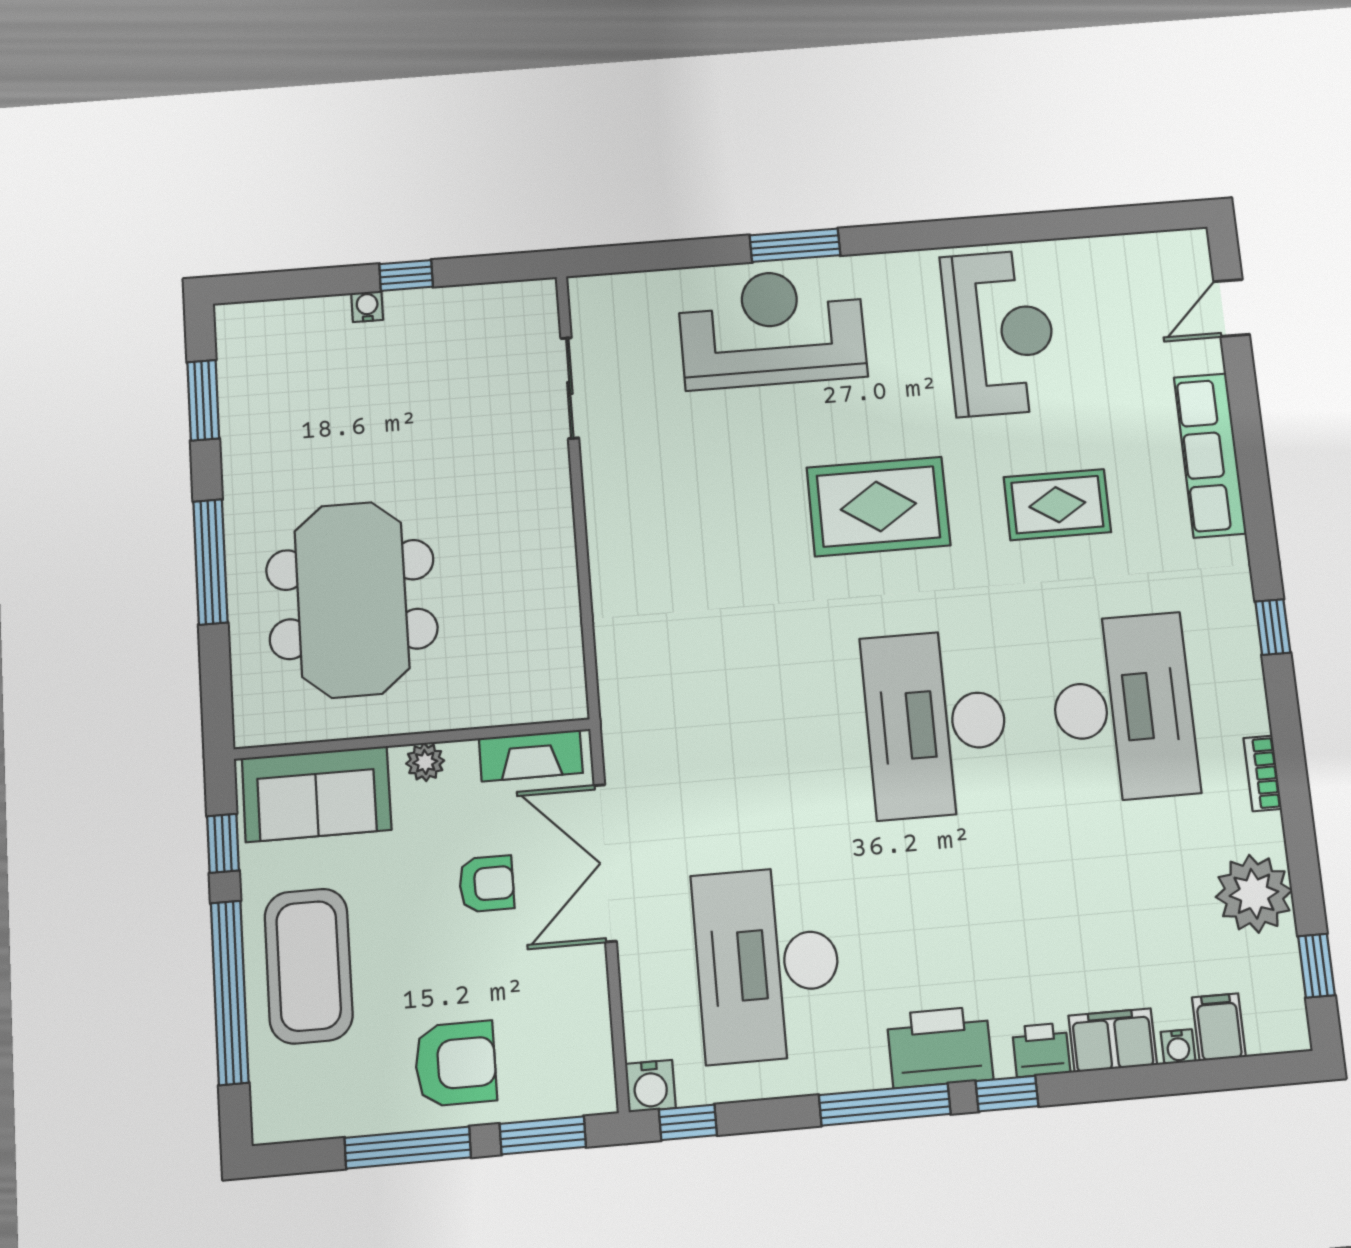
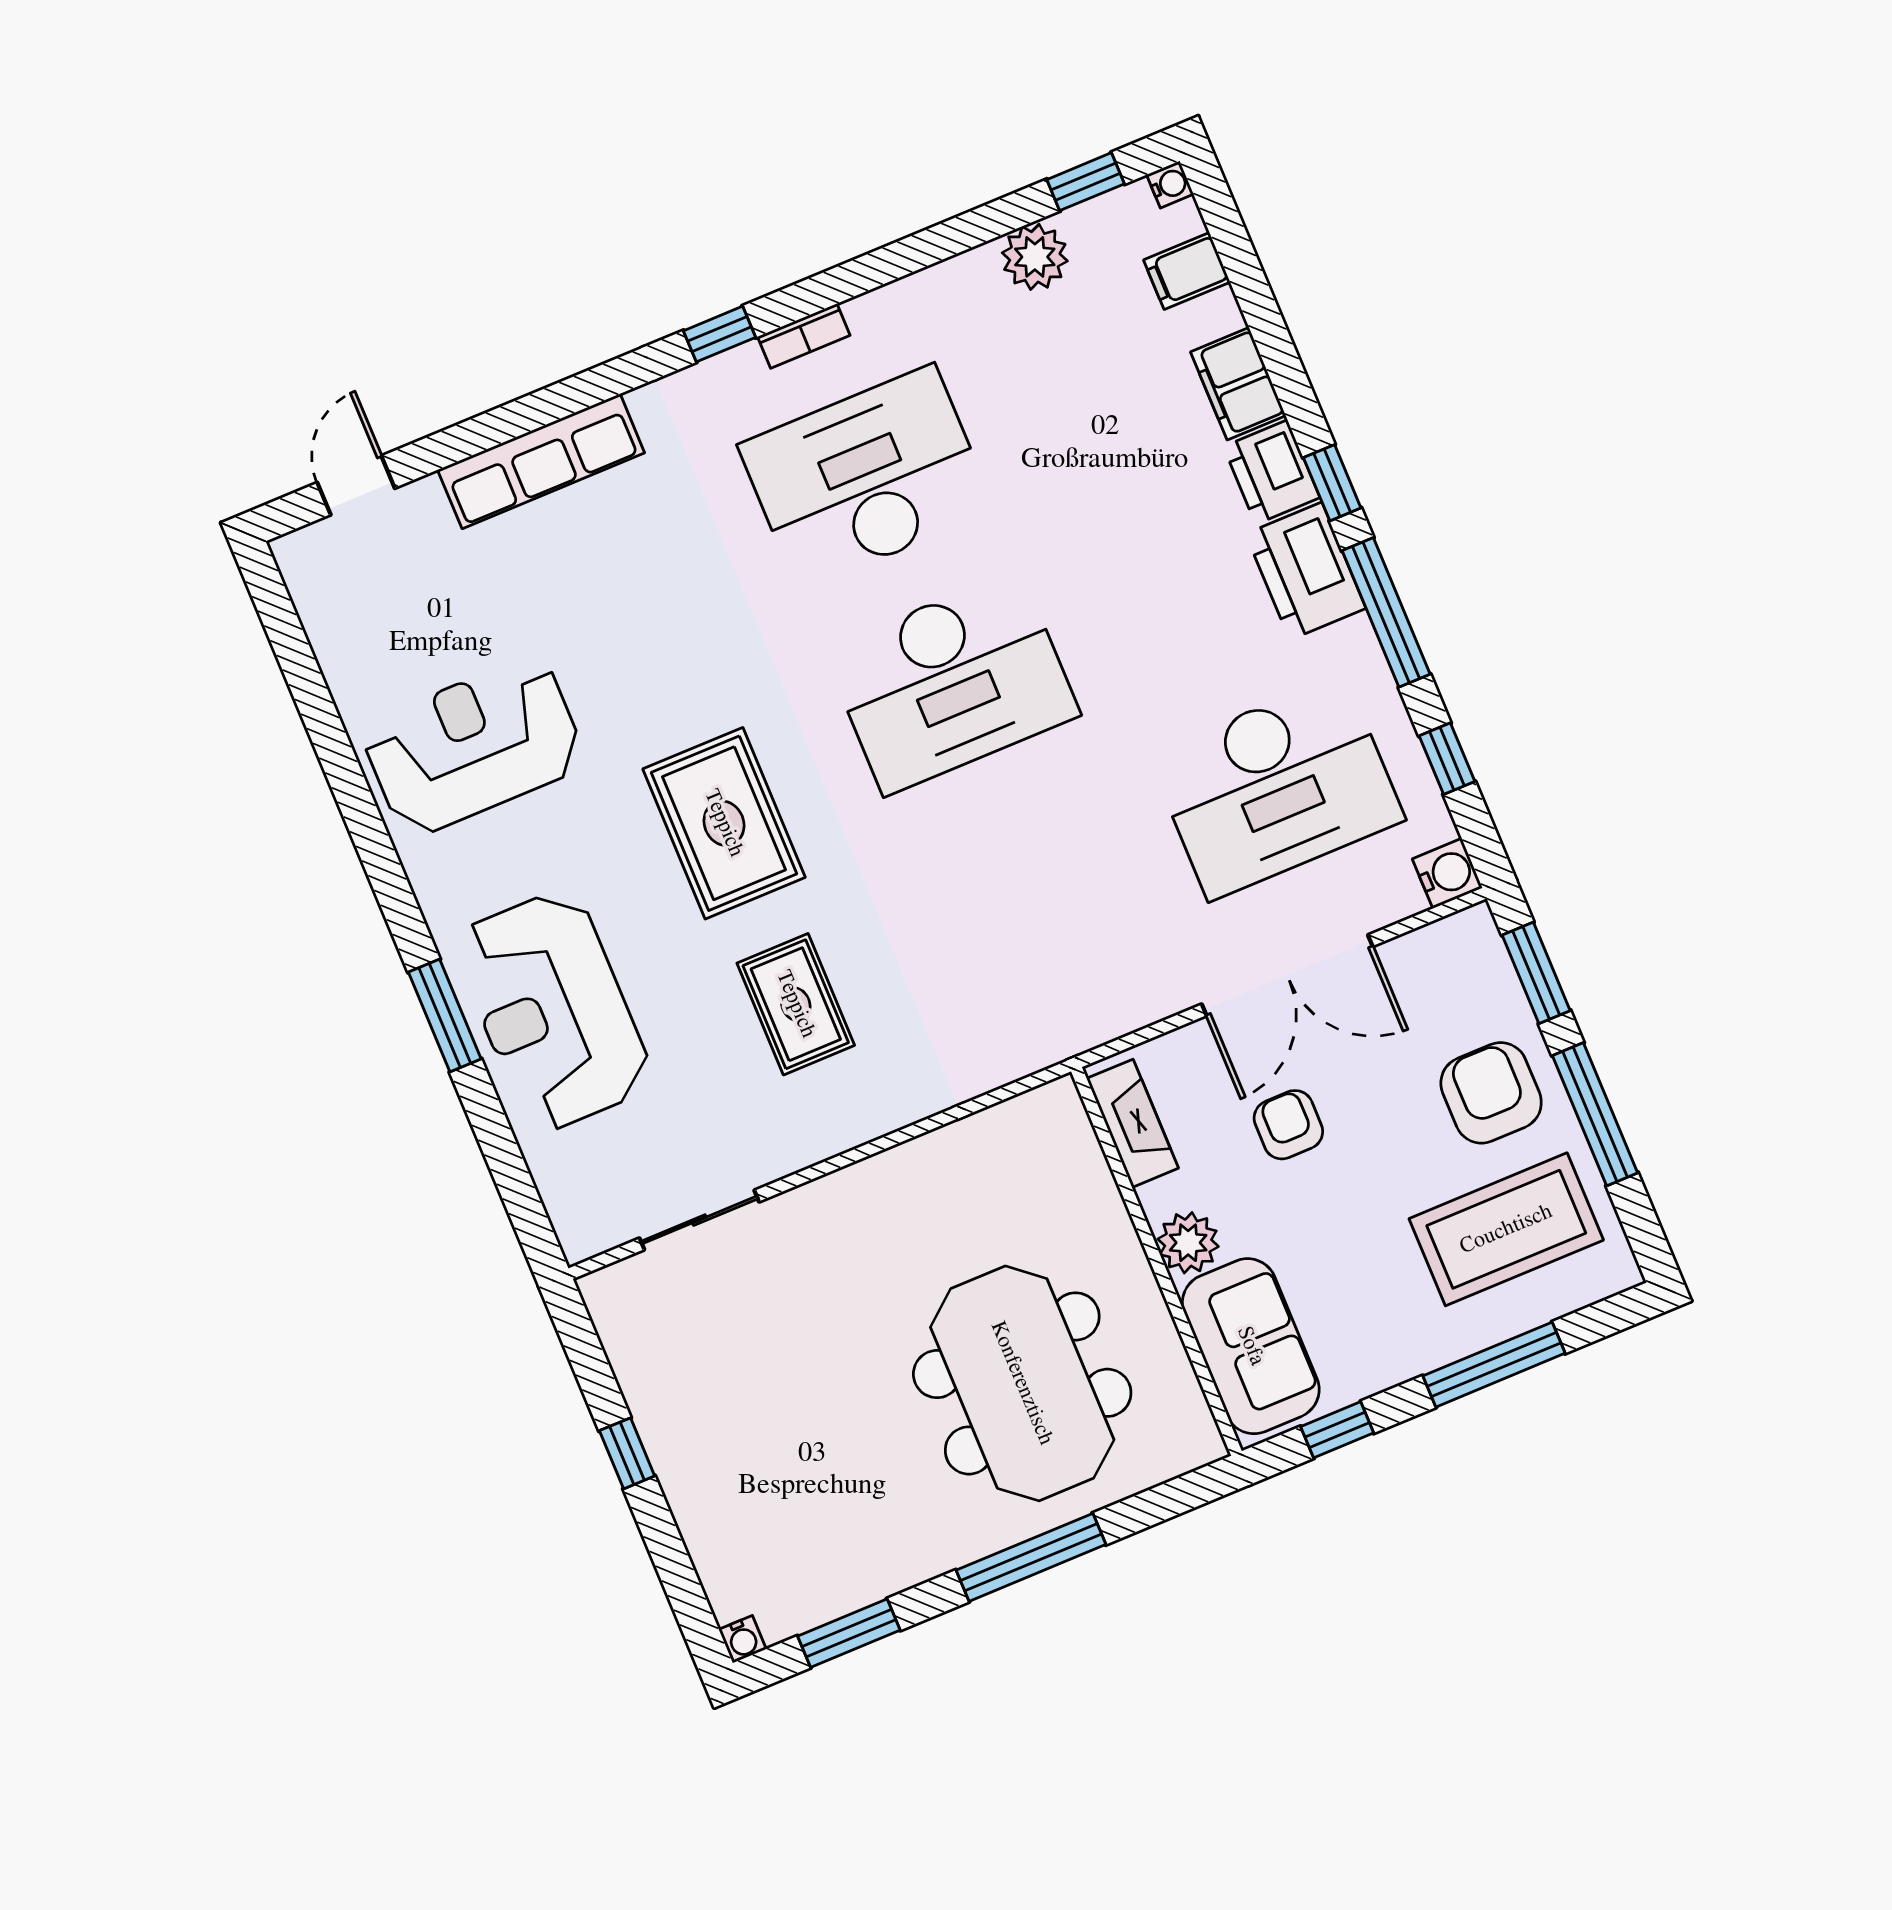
water cooler: (367, 306) -> (743, 1639), moved, turned -90
door: (1232, 308) -> (356, 485), swing flipped
rug: (1057, 505) -> (796, 1004), moved
meeting table: (352, 599) -> (1022, 1383), turned 90
plant: (425, 762) -> (1188, 1243), width x1.38, depth x1.38
bookcase: (1263, 773) -> (804, 336), moved
double door: (605, 863) -> (1287, 975), moved
plant: (1254, 894) -> (1035, 257), width x0.73, depth x0.73
coffee table: (309, 966) -> (1506, 1229), moved
window: (230, 992) -> (1494, 1365), width x0.68
water cooler: (1178, 1047) -> (1170, 184), moved
printer: (1041, 1050) -> (1272, 472), width x1.36, depth x1.24
window: (688, 1122) -> (1447, 759), moved

